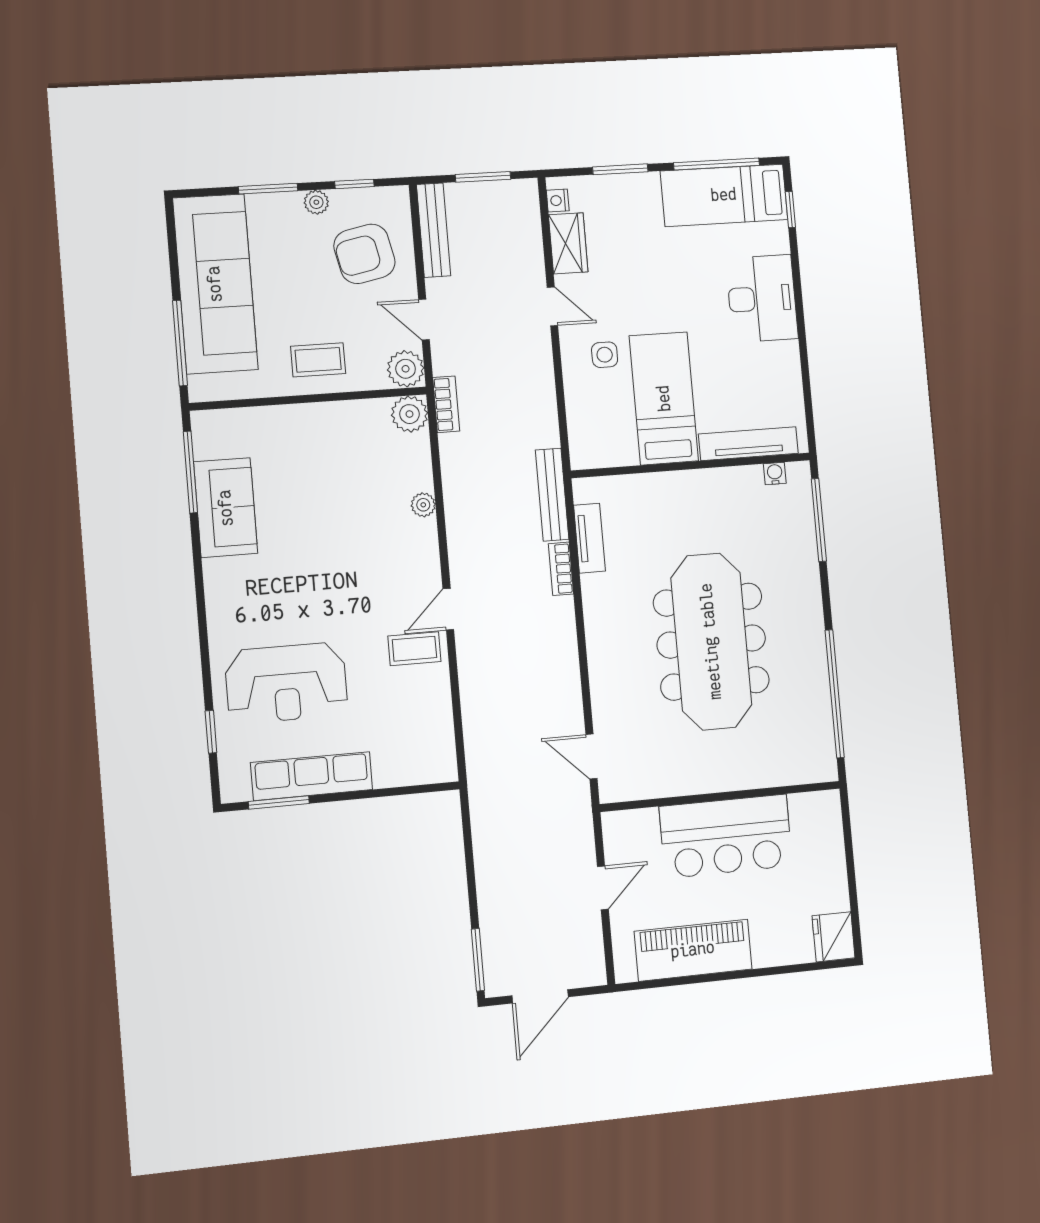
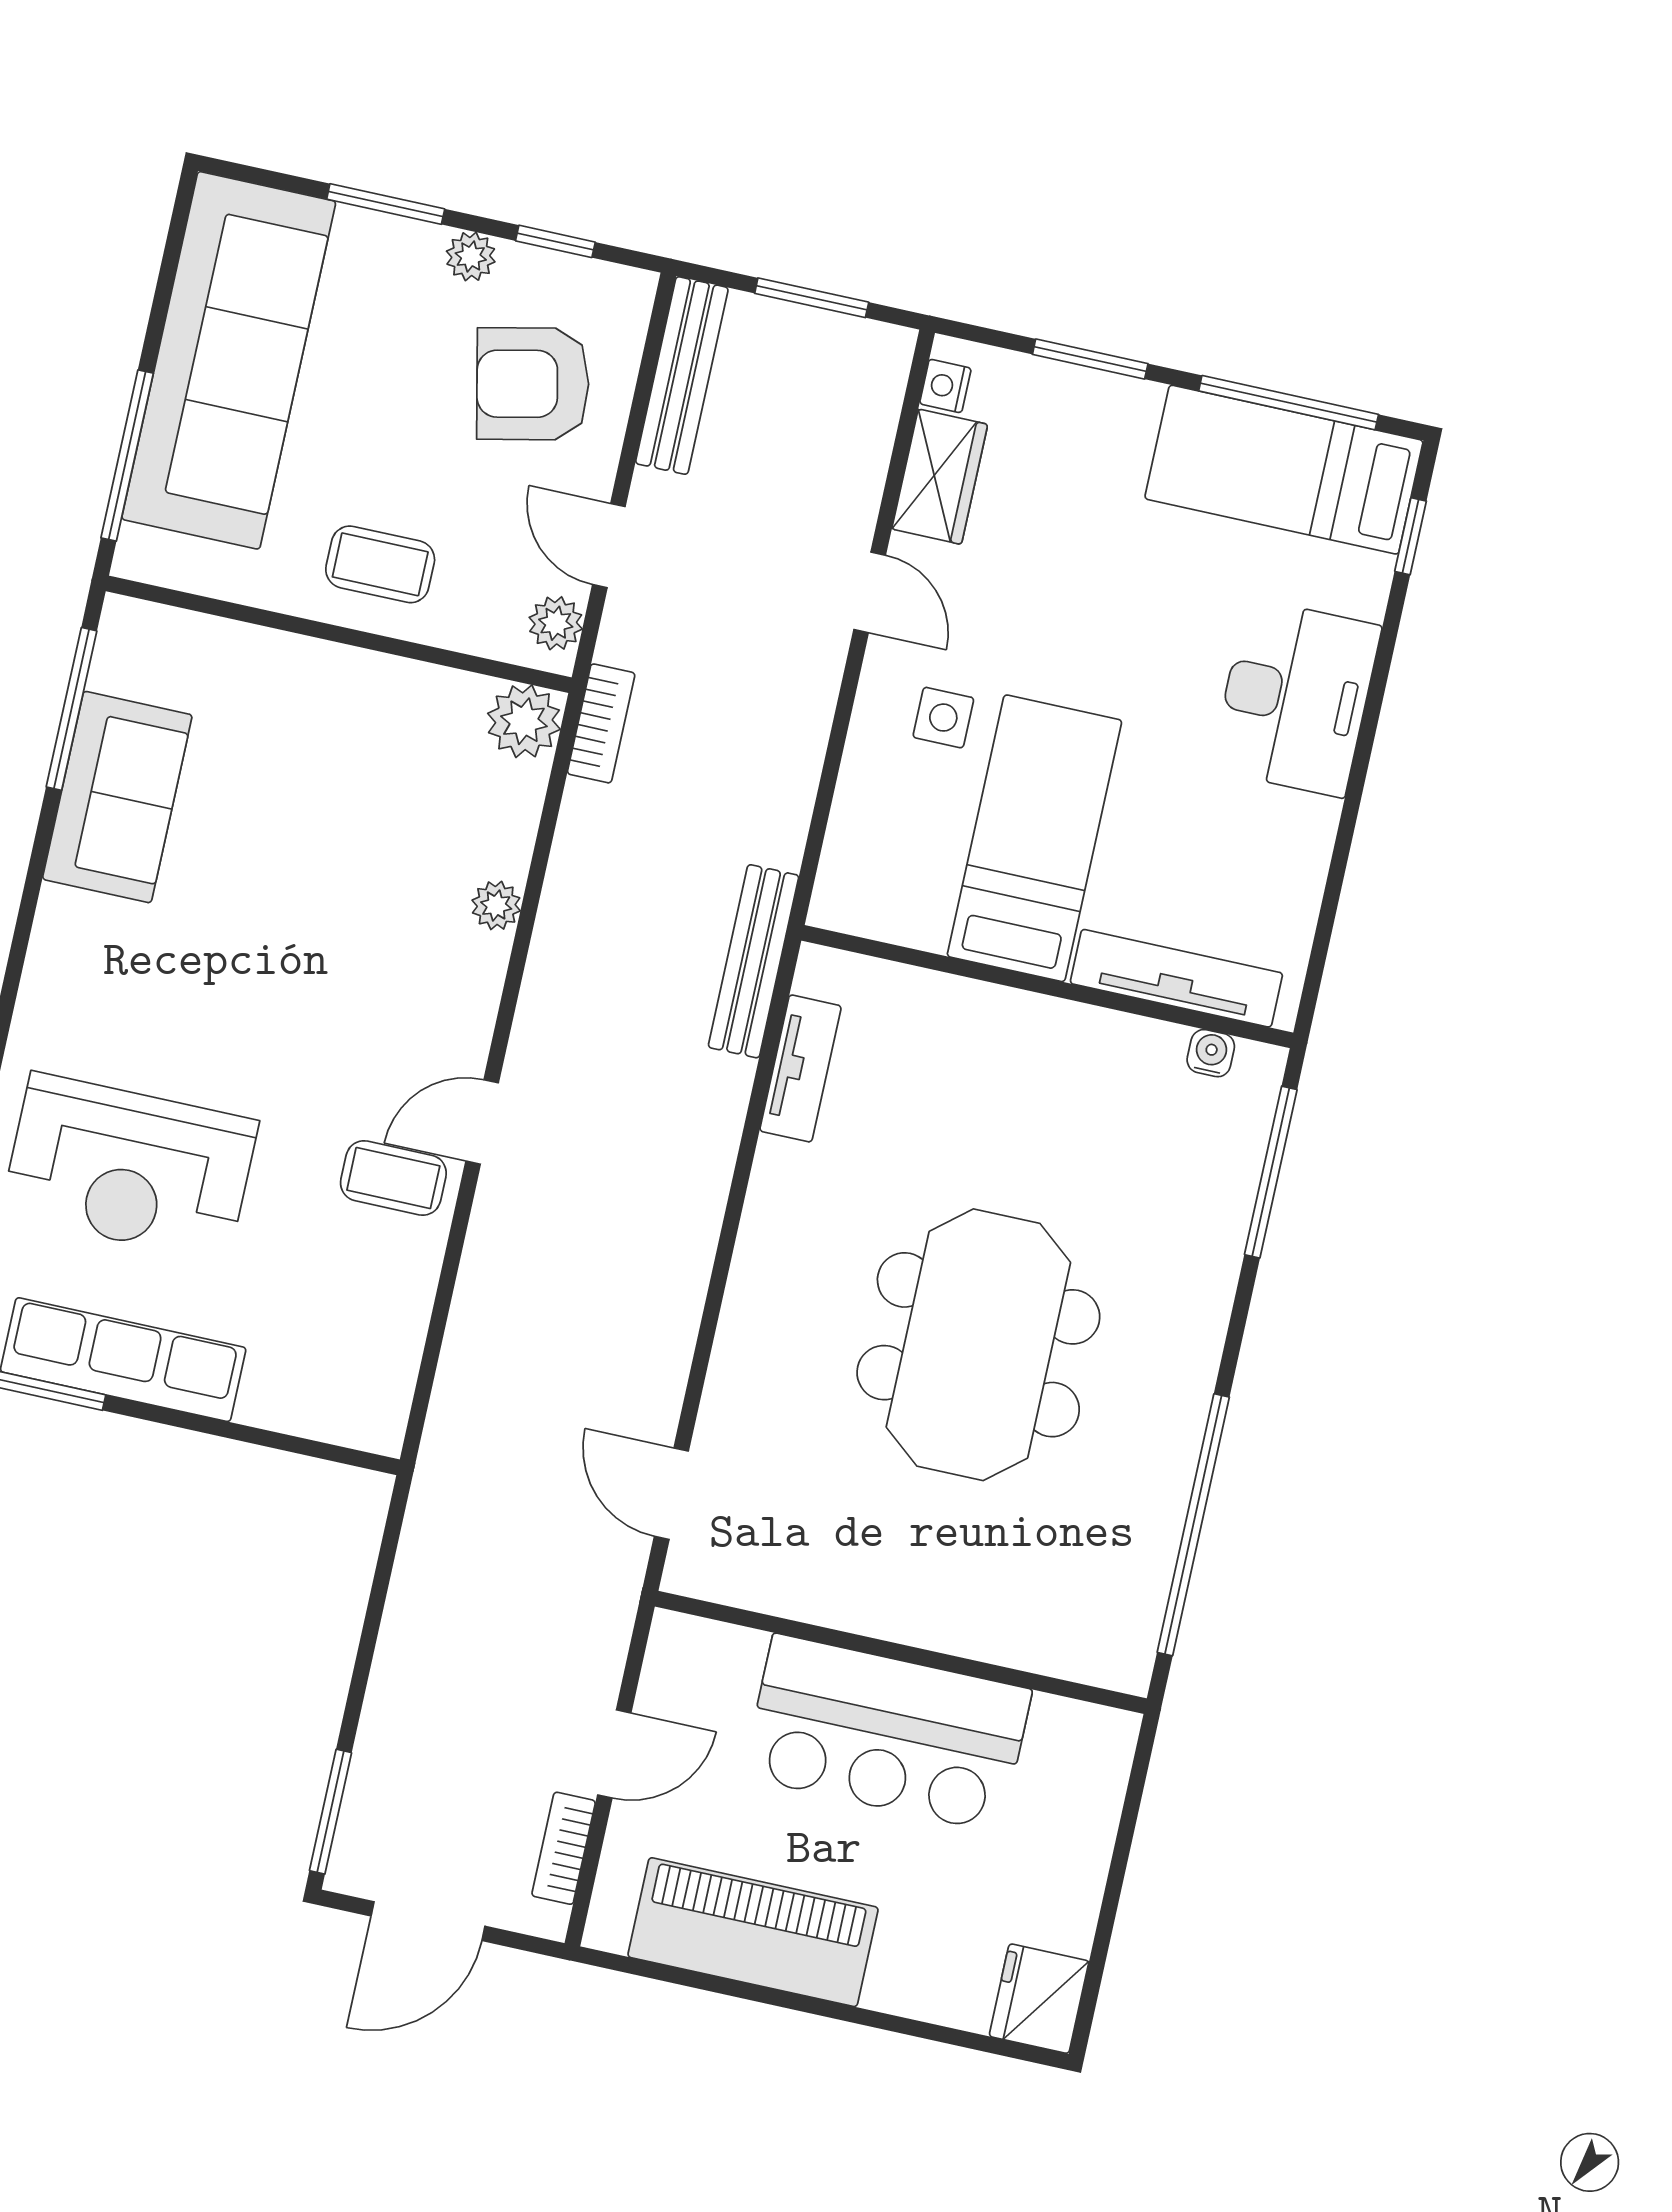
plant: (406, 369) -> (556, 623), width x0.73, depth x0.73
bookcase: (561, 569) -> (564, 1848), moved
meeting table: (711, 641) -> (978, 1345), width x0.73

